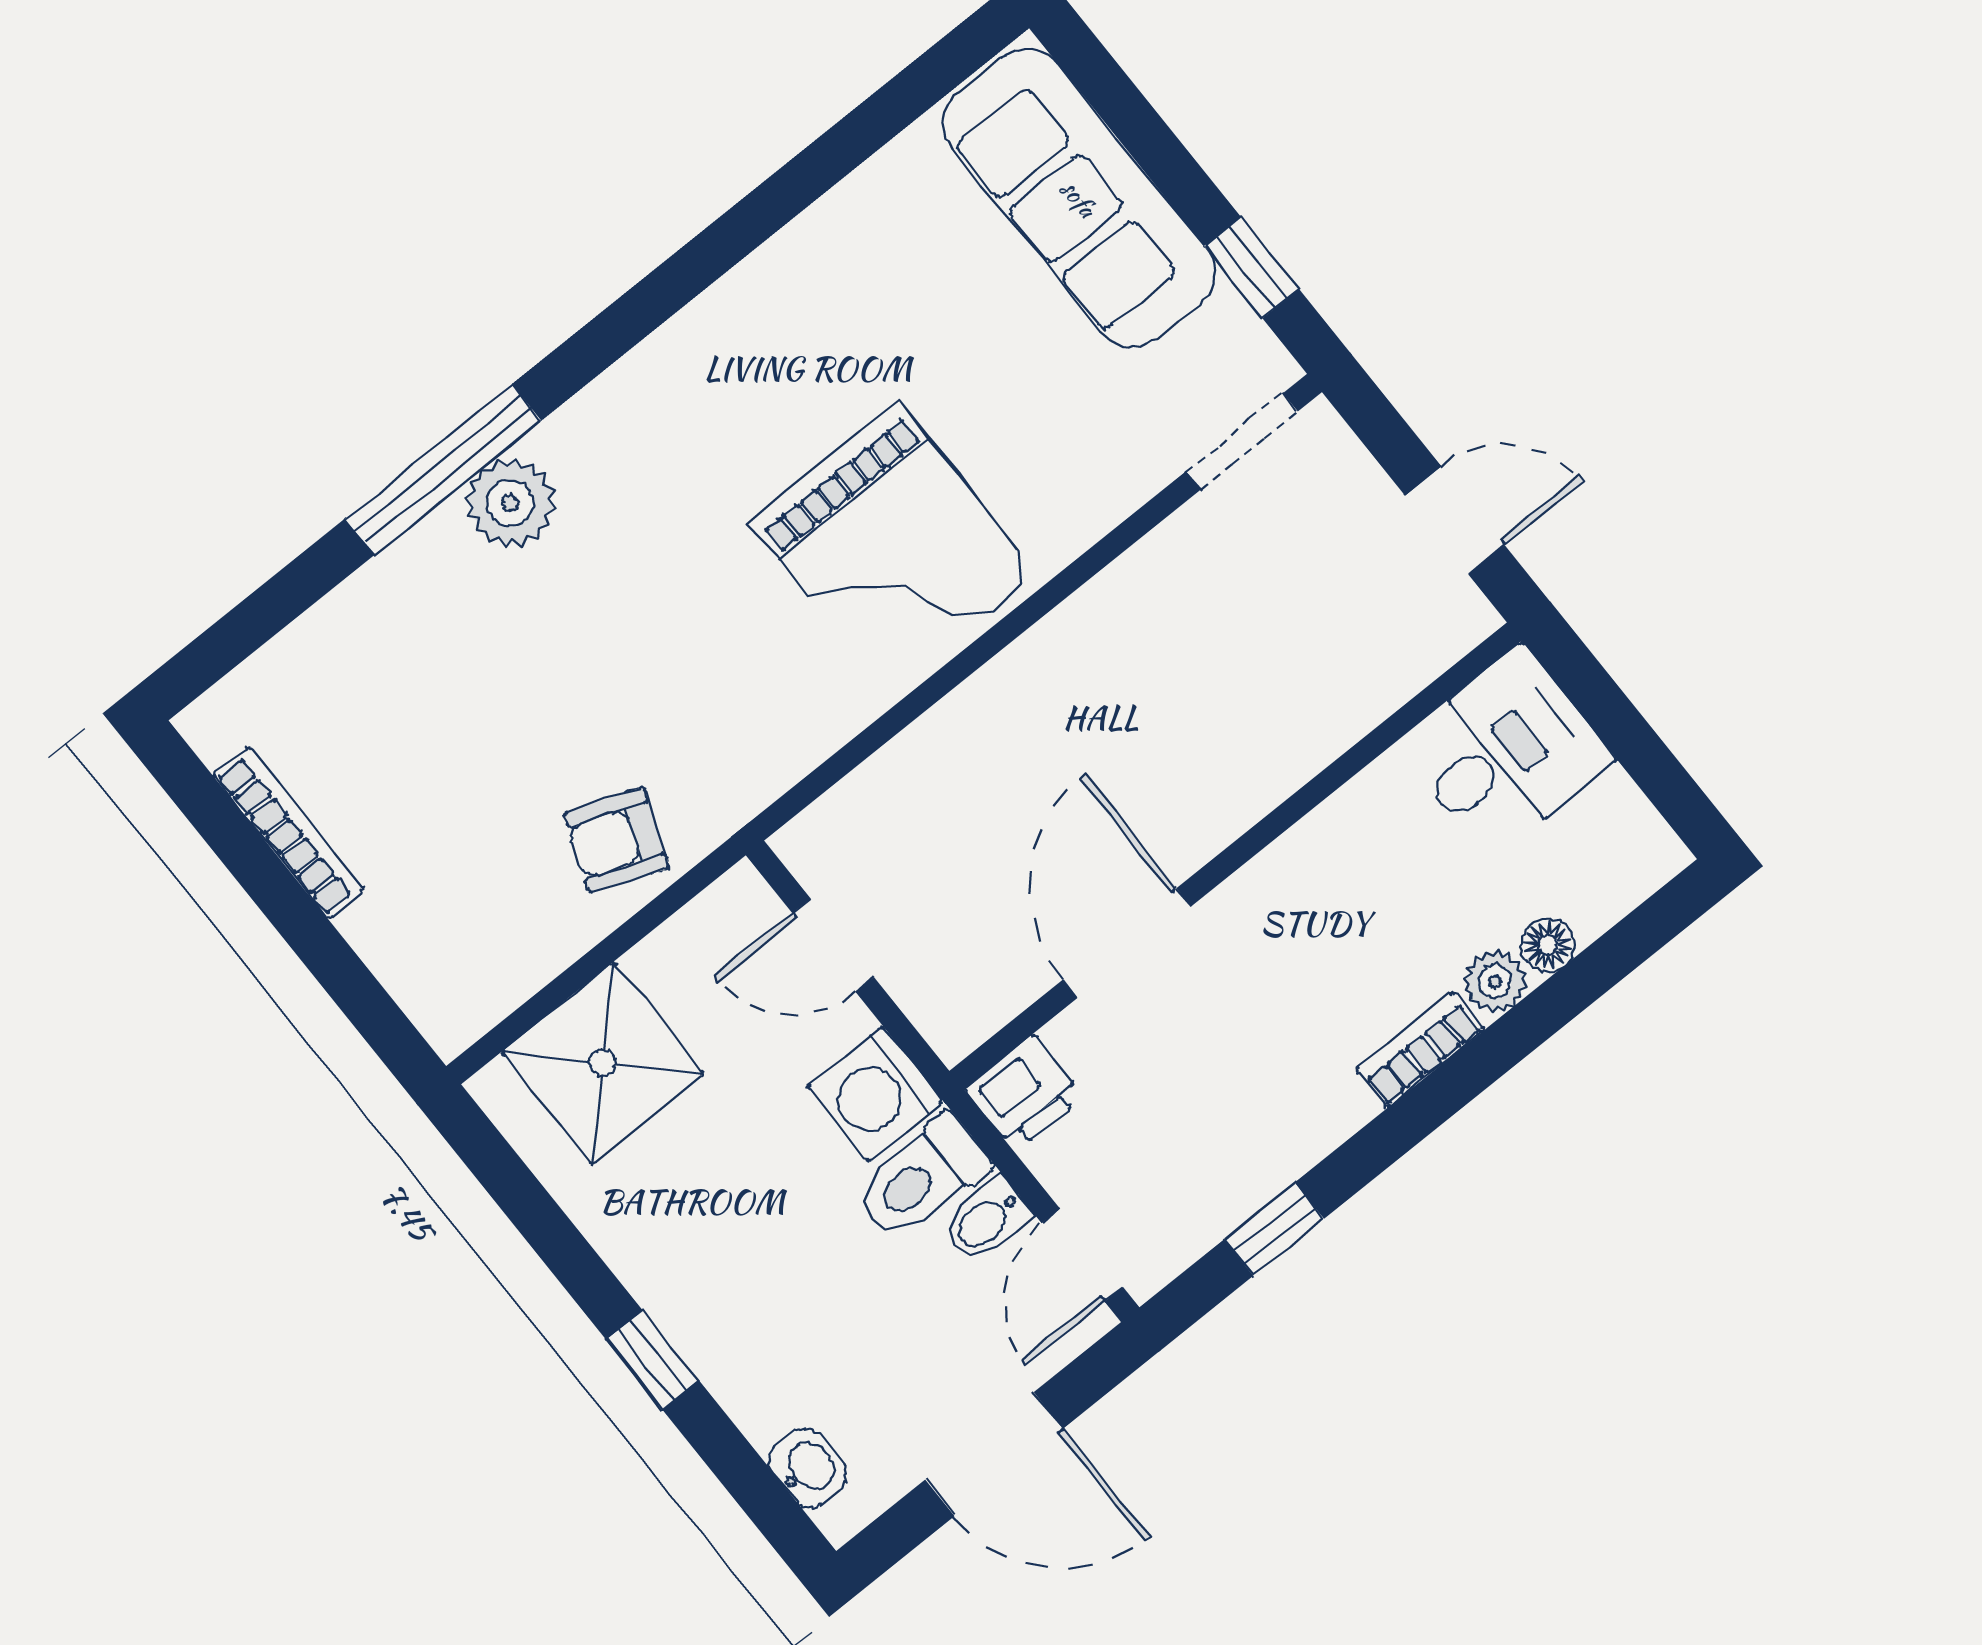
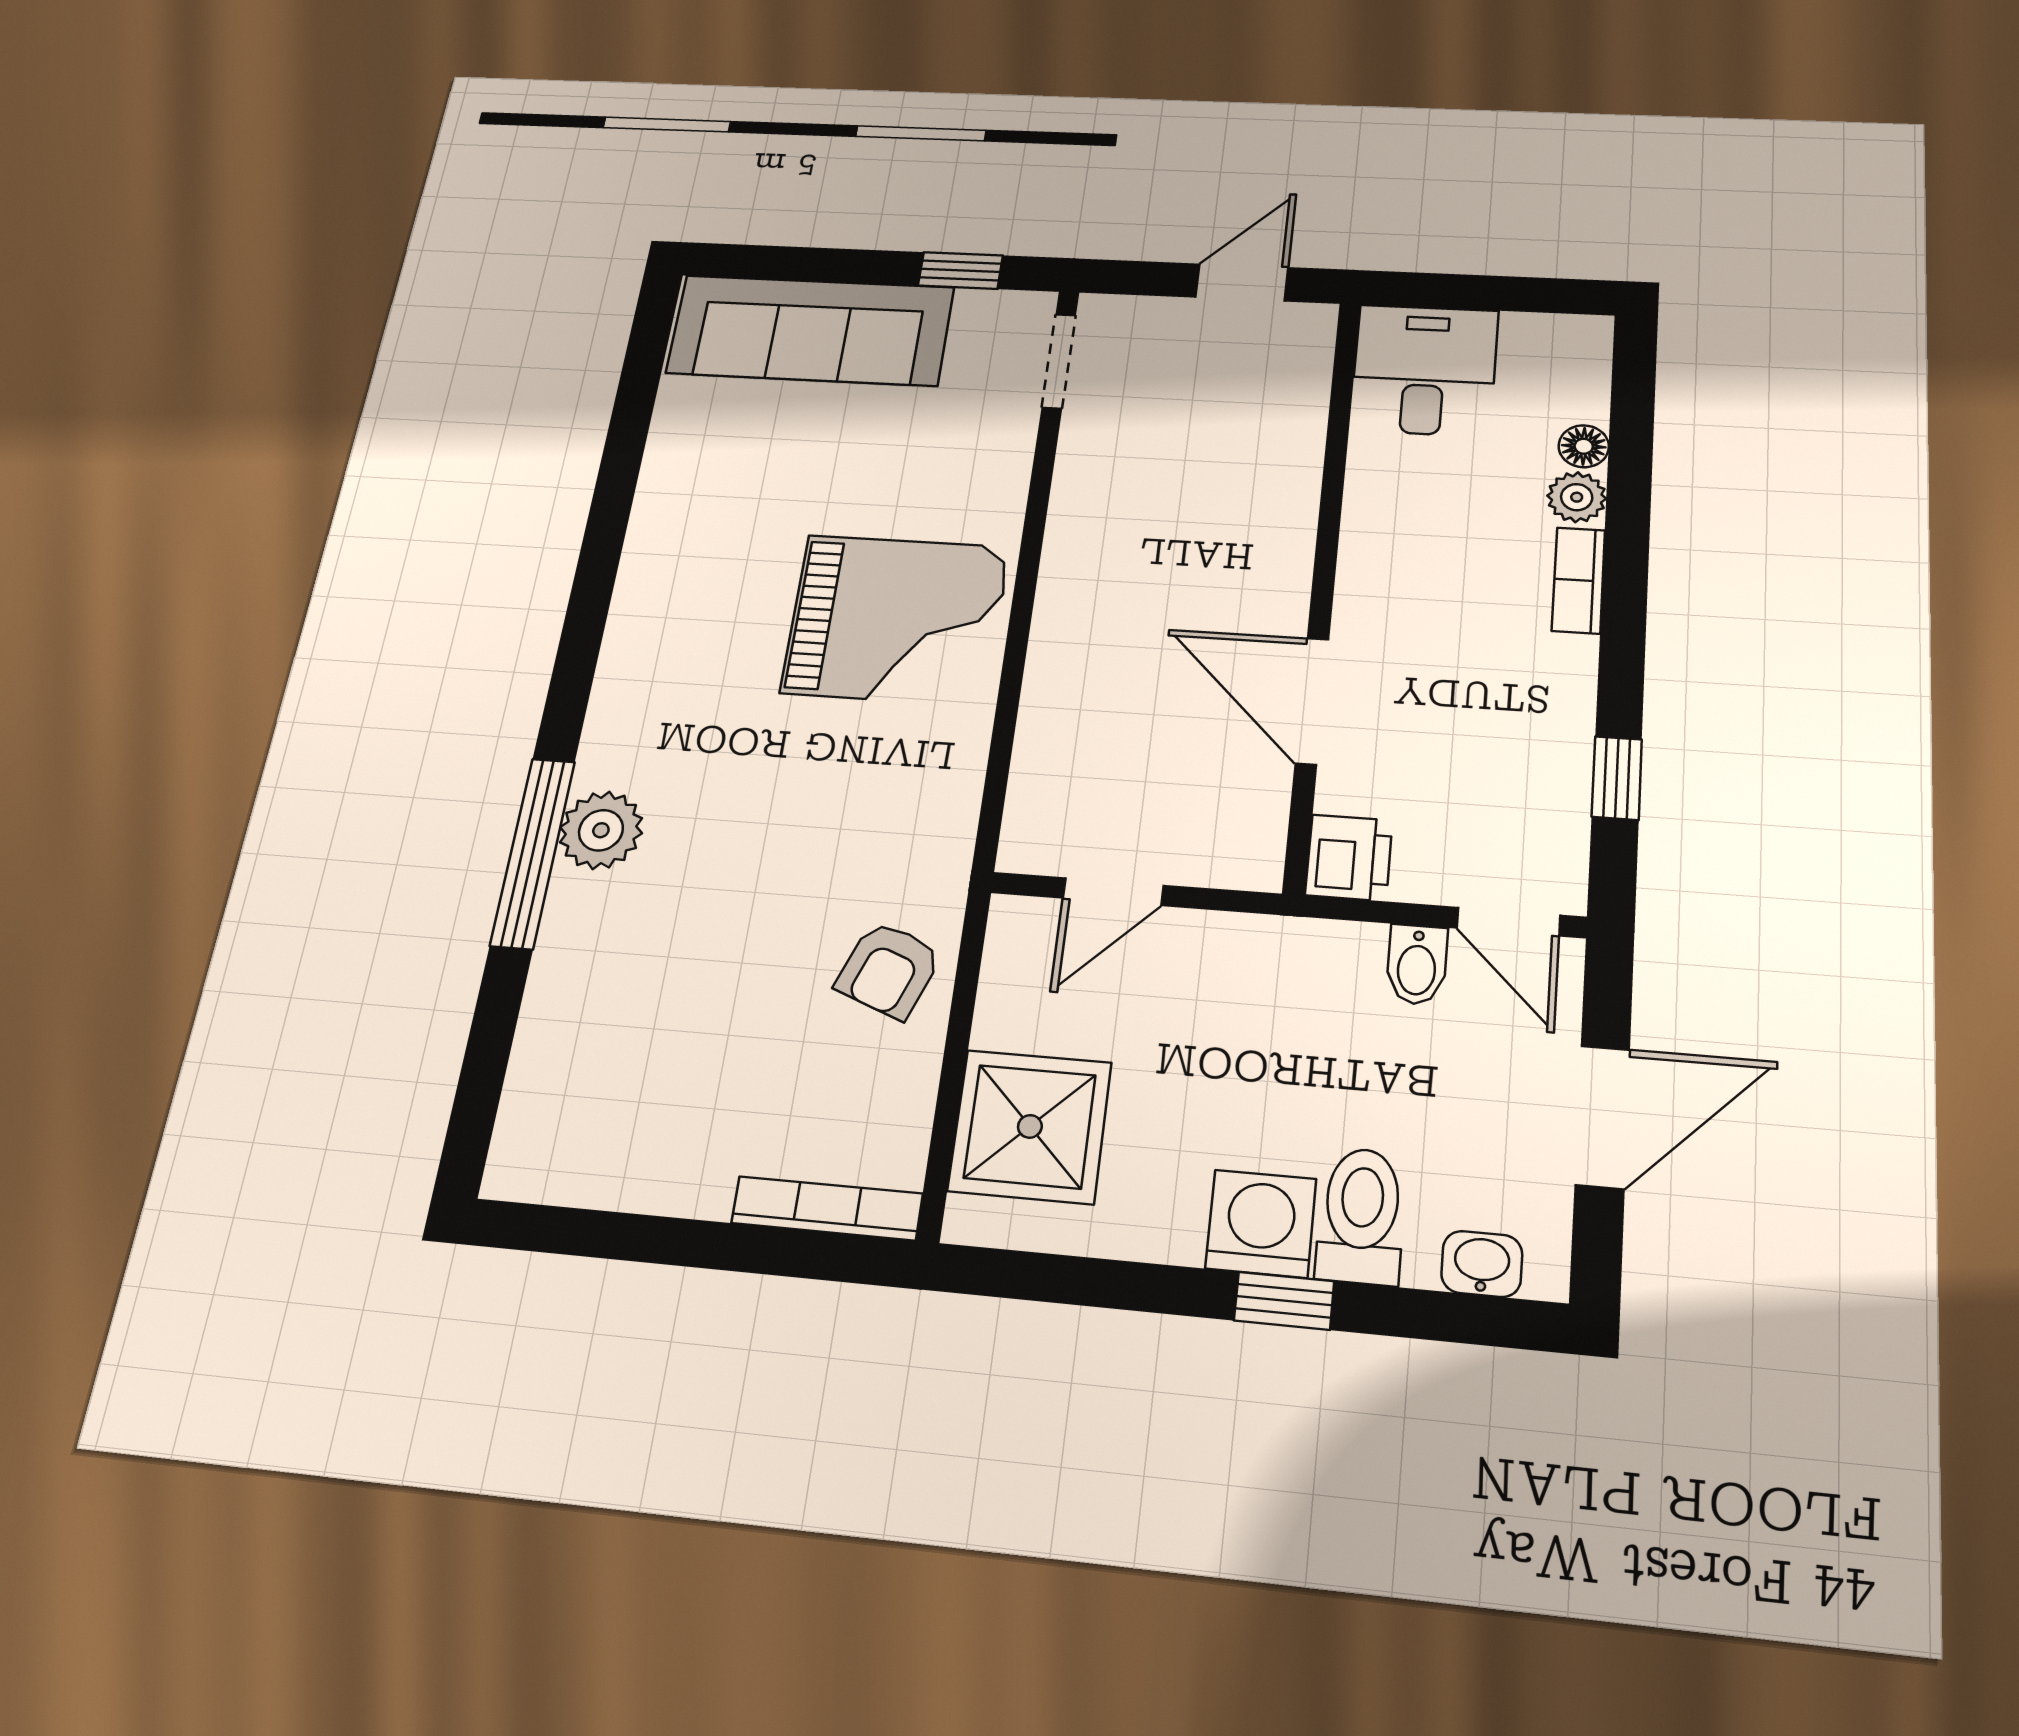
bookcase: (289, 833) -> (827, 1208), moved
washing machine: (875, 1094) -> (1261, 1224), moved, turned 180
toilet: (922, 1178) -> (1361, 1216), moved, turned 180

